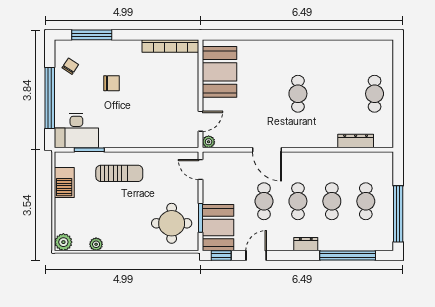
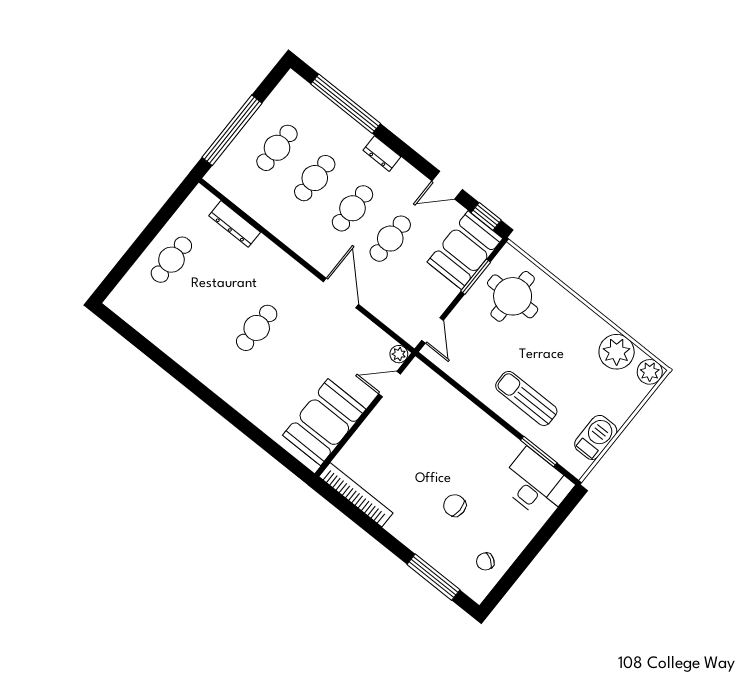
window: (50, 98) -> (537, 544), removed
window: (398, 214) -> (232, 130), moved
plant: (96, 244) -> (617, 352), width x1.88, depth x1.88

